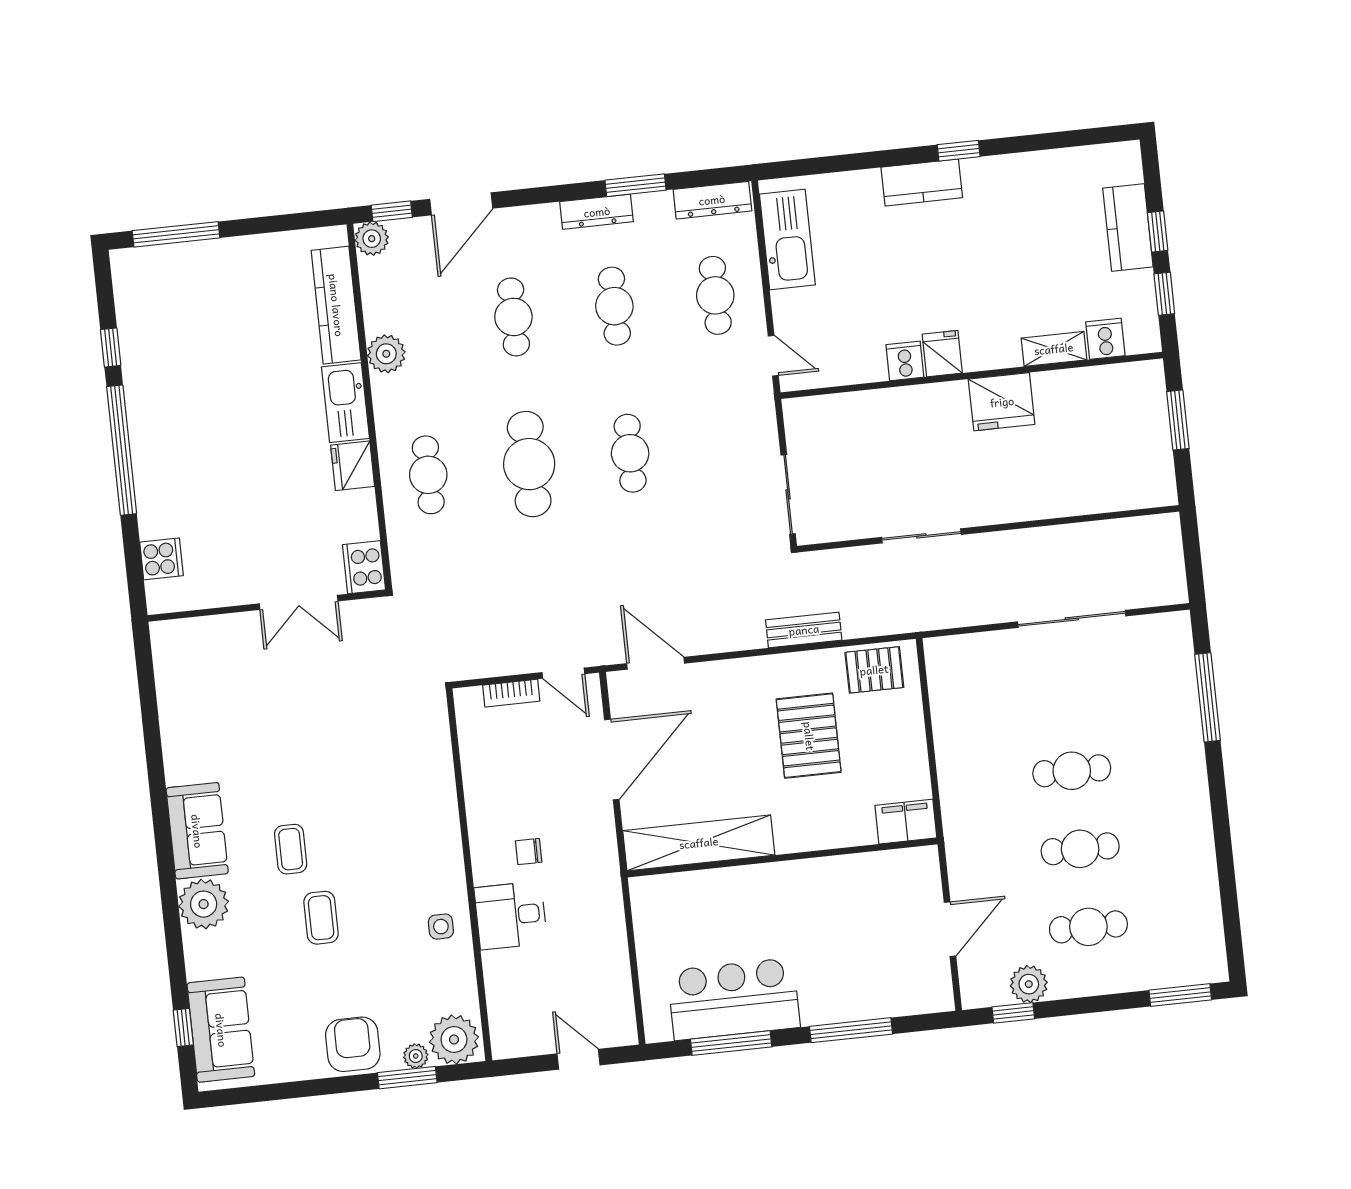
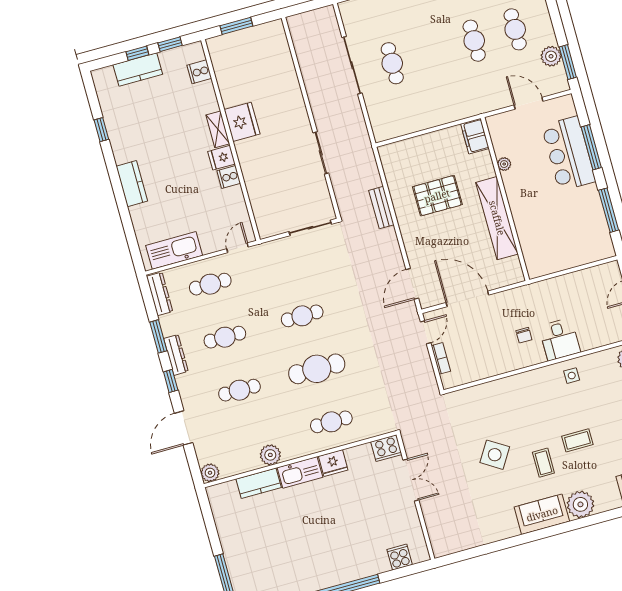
window: (959, 151) -> (101, 130), moved
door: (461, 204) -> (184, 428), swing flipped
window: (392, 211) -> (171, 381), moved
kitchen counter: (336, 305) -> (259, 483), width x0.67
shelving: (1054, 349) -> (218, 129), moved
pallet: (874, 670) -> (397, 166), removed
side table: (320, 763) -> (495, 455), added
cafe table: (1072, 771) -> (392, 63), moved
shelving: (699, 843) -> (497, 218), moved
coffee table: (291, 849) -> (543, 463), turned 90
plant: (846, 867) -> (504, 164), added
bar counter: (734, 999) -> (569, 154), moved
window: (1013, 1013) -> (568, 62), width x1.50

